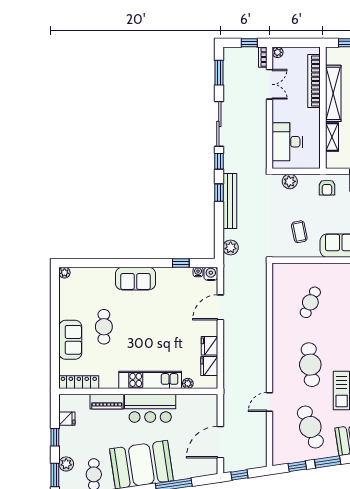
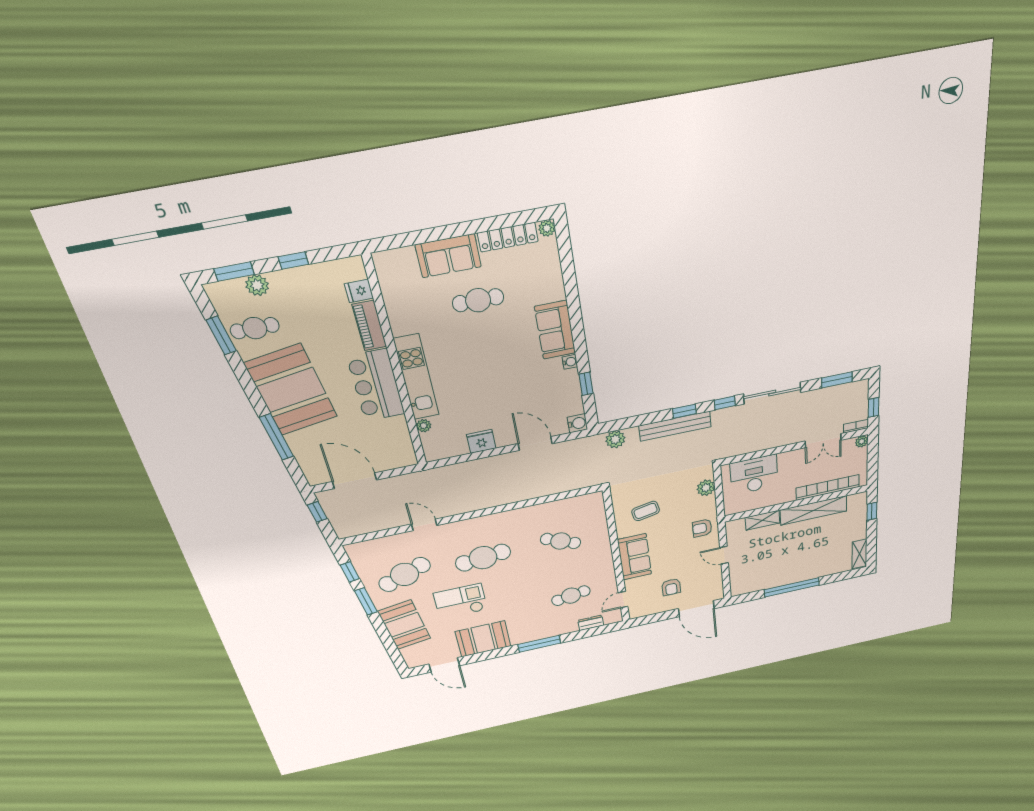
water cooler: (198, 272) -> (570, 362), moved
fridge: (209, 366) -> (454, 447), removed
locker: (79, 382) -> (508, 237), moved, turned 90
fridge: (67, 419) -> (359, 291), moved, turned 90

